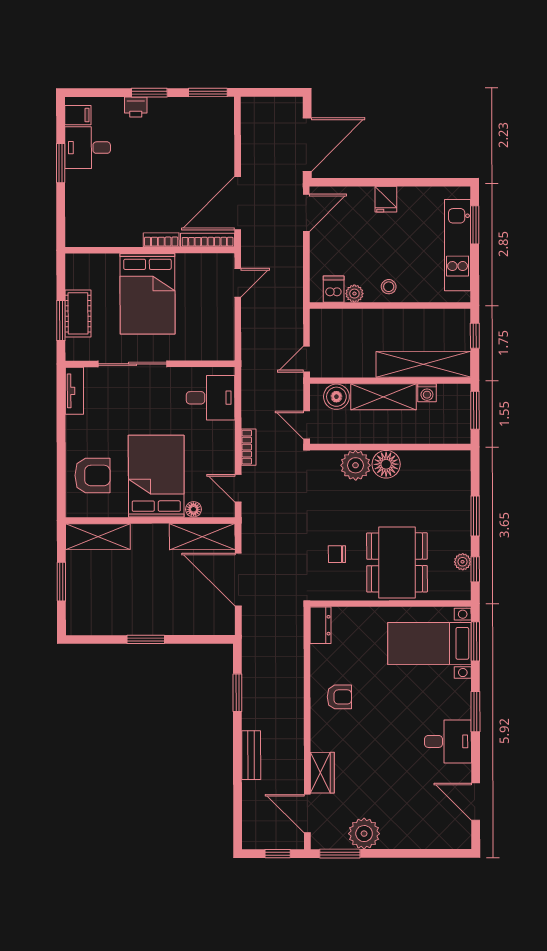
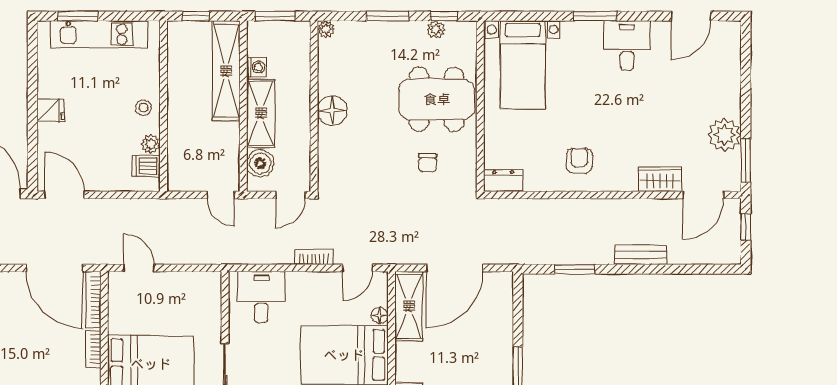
plant: (355, 465) -> (326, 29), moved, width x0.53, depth x0.53
window: (475, 641) -> (521, 16), removed

